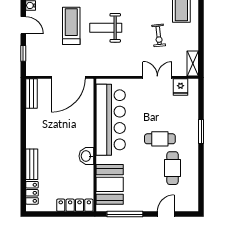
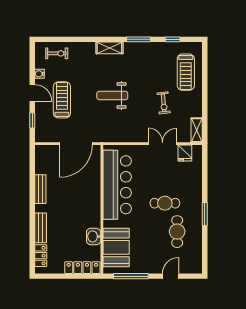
treadmill: (71, 26) -> (62, 100), moved
bench: (32, 94) -> (40, 189), moved
window: (201, 131) -> (205, 214), moved
washbasin: (86, 156) -> (94, 236), moved

